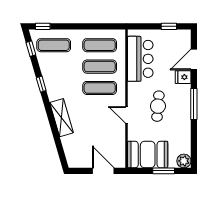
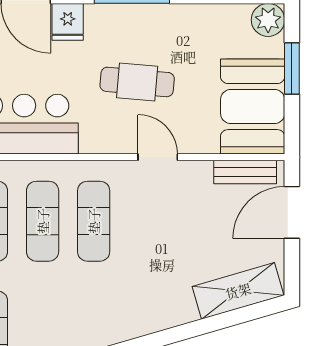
door: (126, 115) -> (158, 157), swing flipped
shelving: (62, 118) -> (238, 291), moved
bench: (120, 151) -> (245, 172), added

